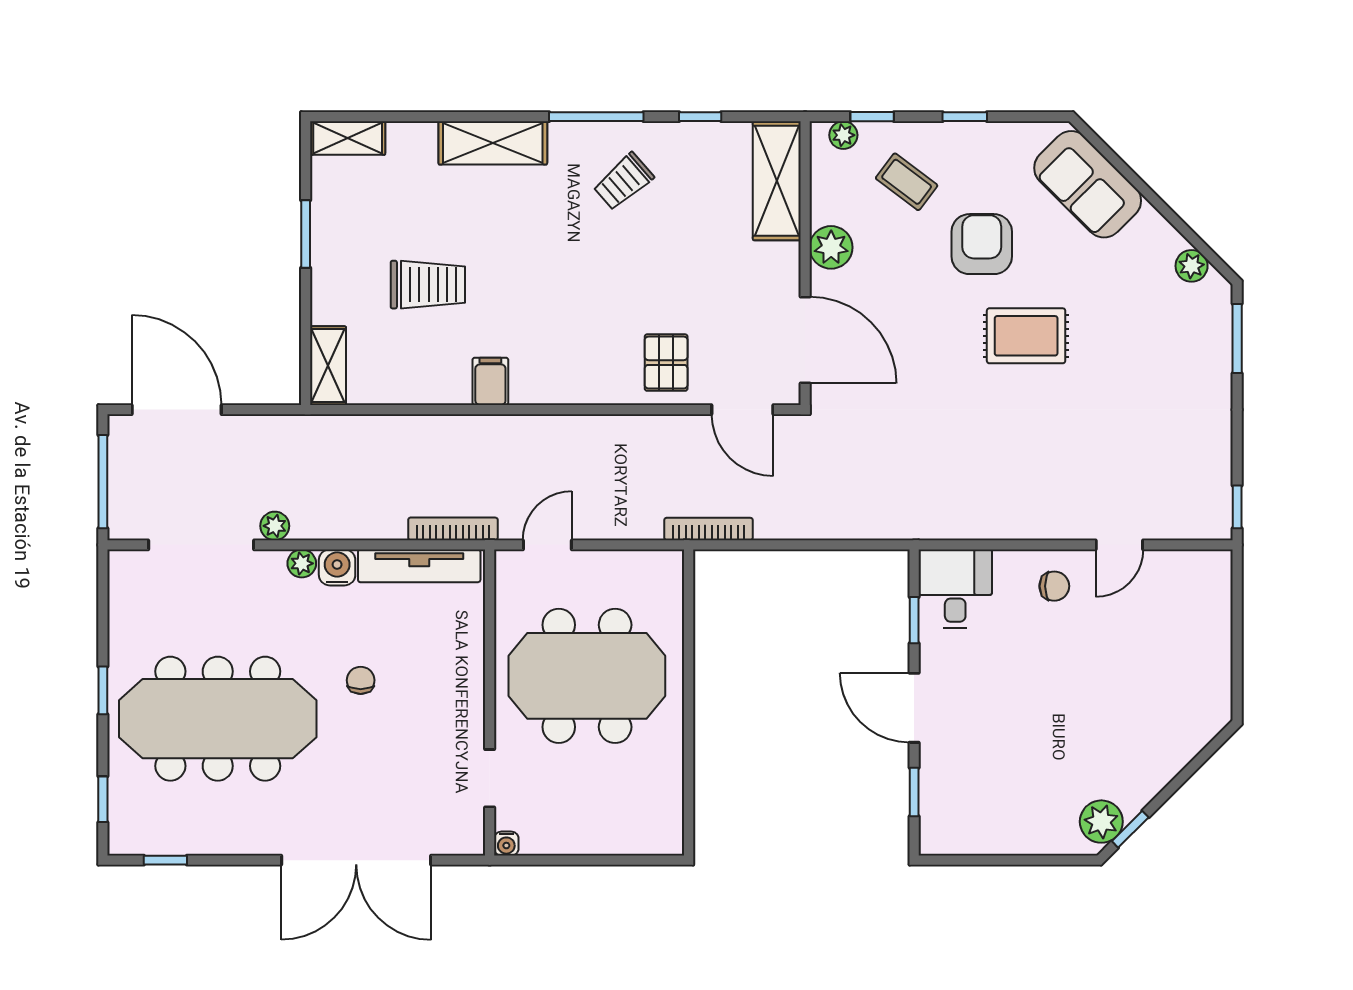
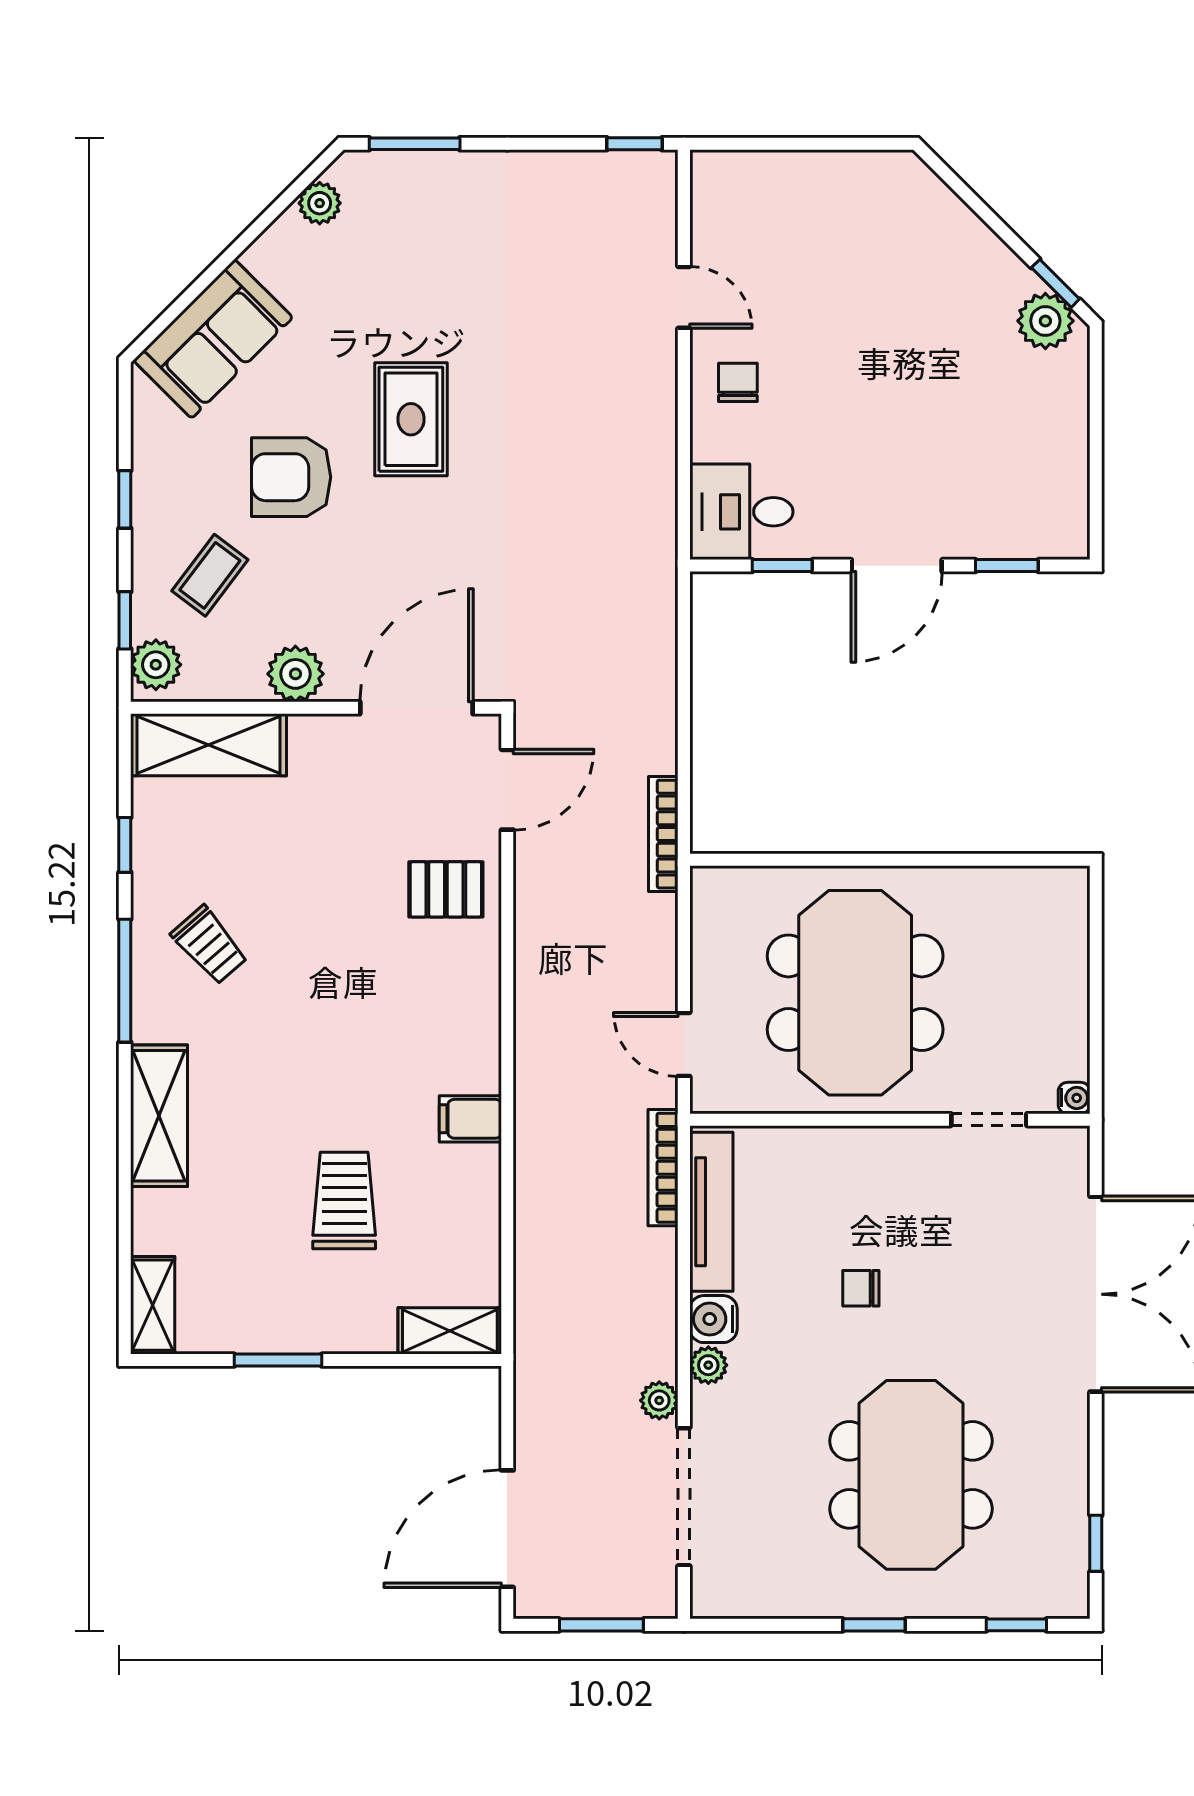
plant: (843, 135) -> (156, 665), width x1.38, depth x1.38
window: (103, 482) -> (601, 1625), width x0.69
meeting table: (218, 719) -> (911, 1475), width x0.73

